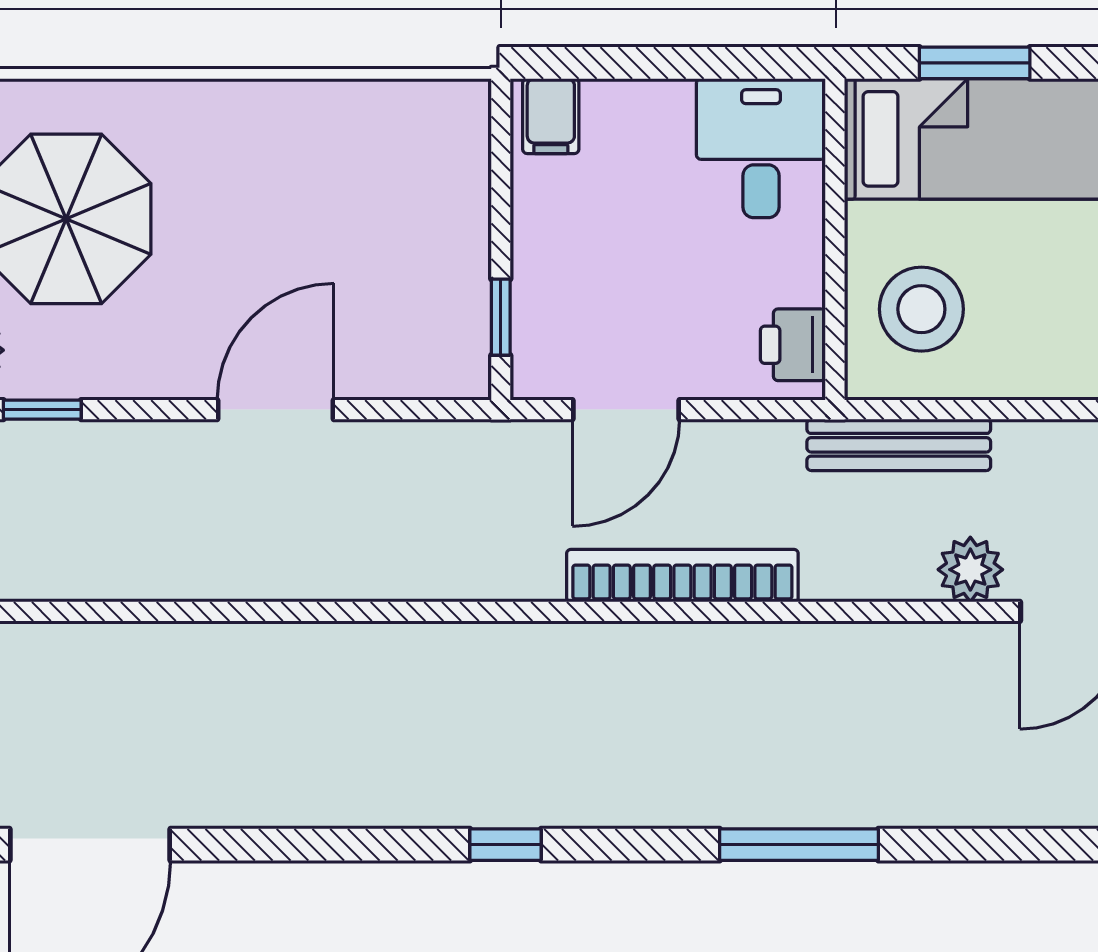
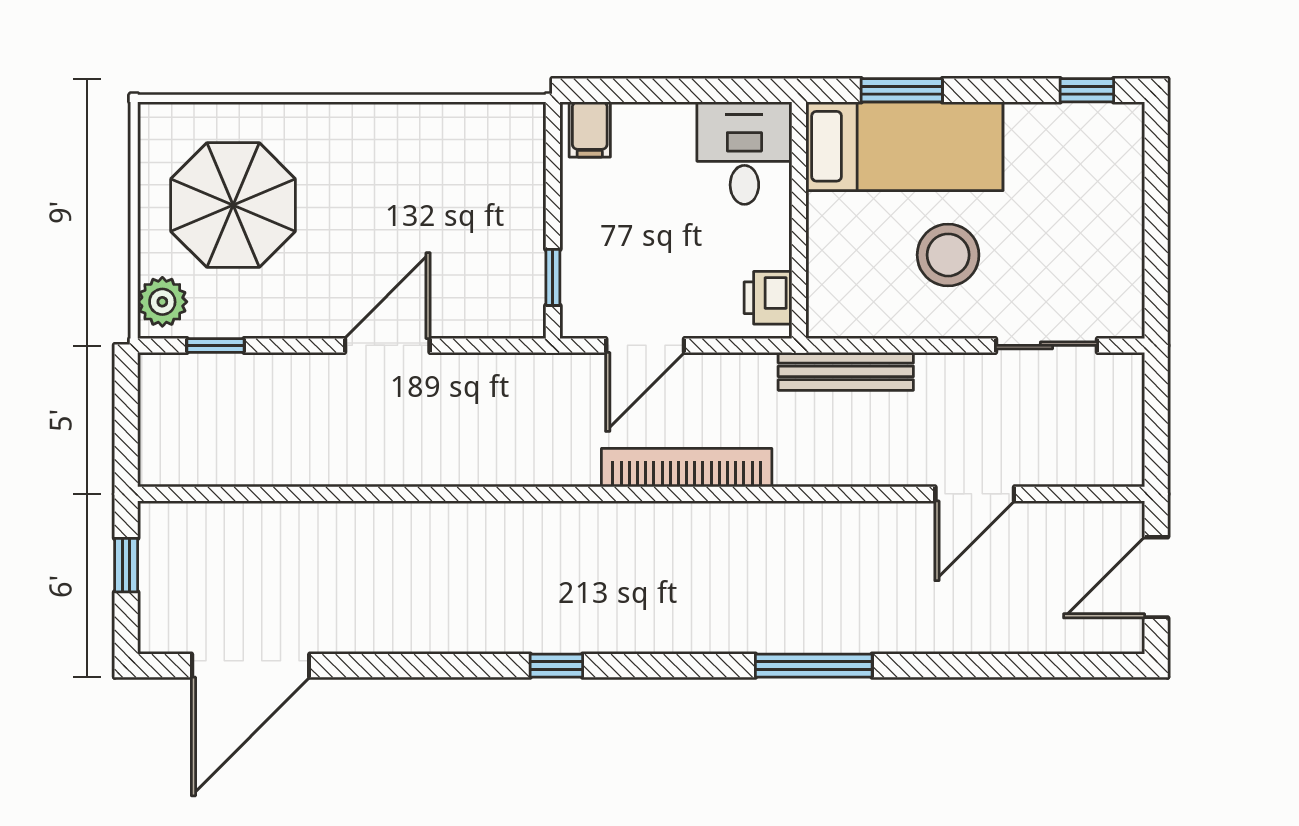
stool: (921, 309) -> (948, 255), moved
plant: (970, 570) -> (898, 463), removed
window: (799, 845) -> (814, 666), moved

